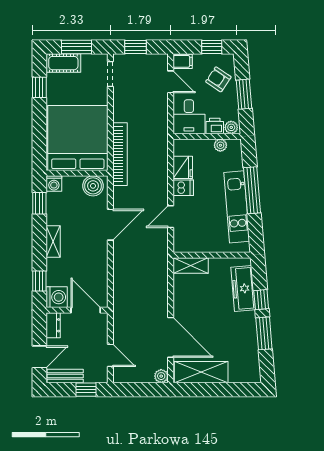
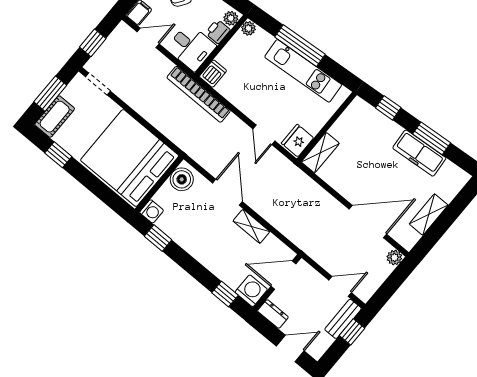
plant: (220, 145) -> (249, 28), moved
bookcase: (120, 154) -> (199, 94), moved, turned 180
fridge: (183, 167) -> (297, 141), moved, turned -90
dishwasher: (183, 188) -> (213, 74), moved
shelving: (53, 241) -> (251, 226), moved
freezer: (243, 288) -> (419, 153), moved
window: (261, 300) -> (388, 108), moved
door: (39, 357) -> (290, 349), hinge flipped
shelving: (201, 372) -> (429, 215), width x0.67, depth x0.75
bench: (65, 376) -> (343, 319), moved

